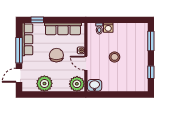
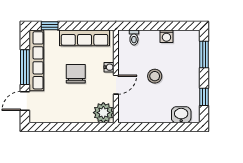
washing machine: (108, 28) -> (166, 36), moved
row of seats: (27, 39) -> (36, 60), width x1.36
door: (86, 63) -> (116, 85), swing flipped
plant: (44, 83) -> (59, 112), removed
washbasin: (95, 85) -> (181, 115), moved

